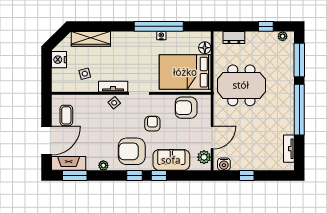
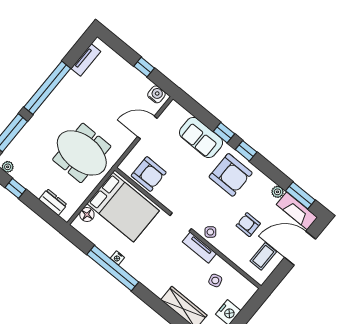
armchair: (152, 124) -> (248, 225), moved, turned 90
plant: (204, 157) -> (169, 116), removed
plant: (103, 165) -> (277, 192), moved

